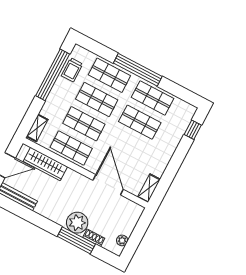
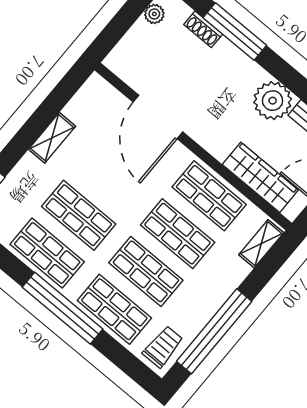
trolley: (72, 70) -> (163, 347), moved
shelving: (149, 188) -> (52, 138), moved
plant: (77, 223) -> (273, 101), moved

